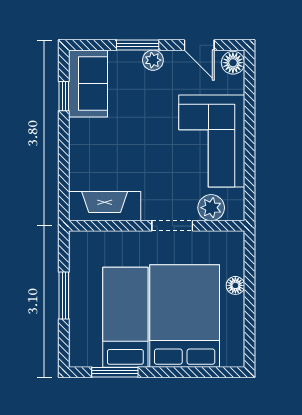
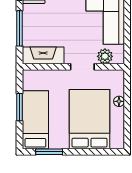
window: (64, 160) -> (19, 28), added
bed: (125, 317) -> (35, 120), moved

